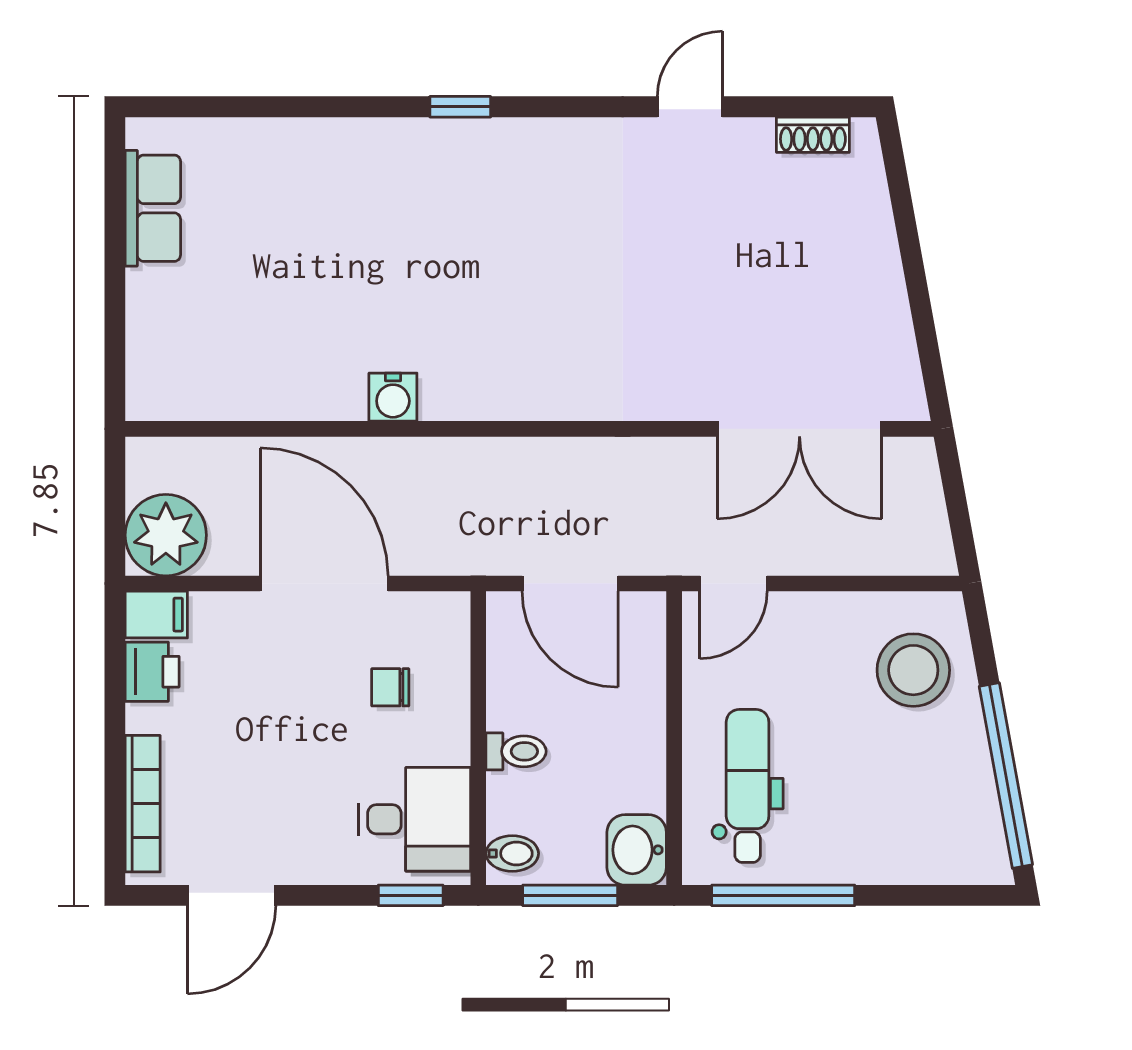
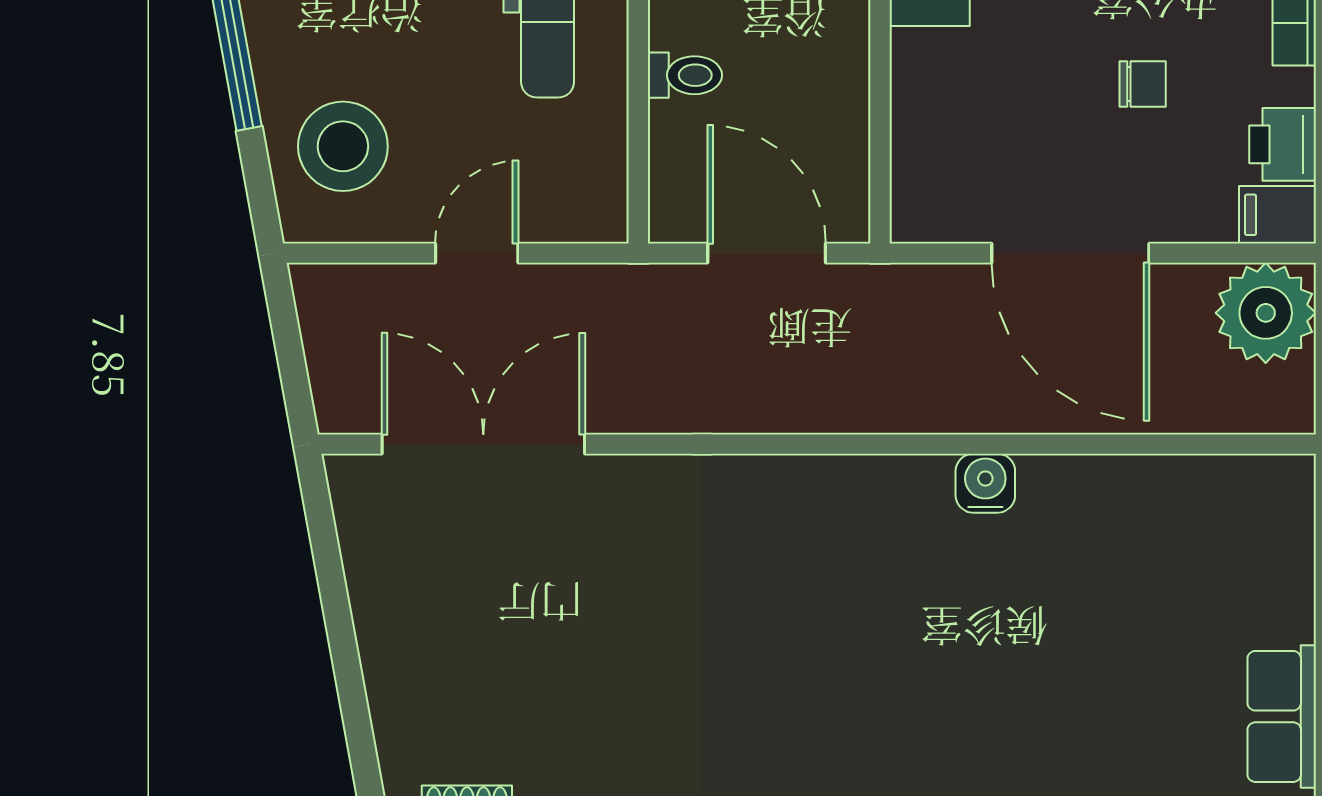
door: (733, 583) -> (477, 253), moved
chair: (390, 687) -> (1143, 84), moved
toilet: (516, 751) -> (685, 75), moved, turned 180

